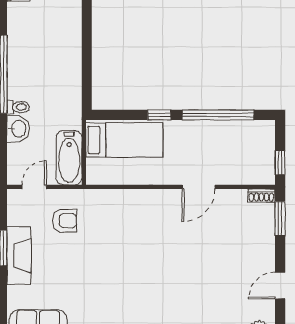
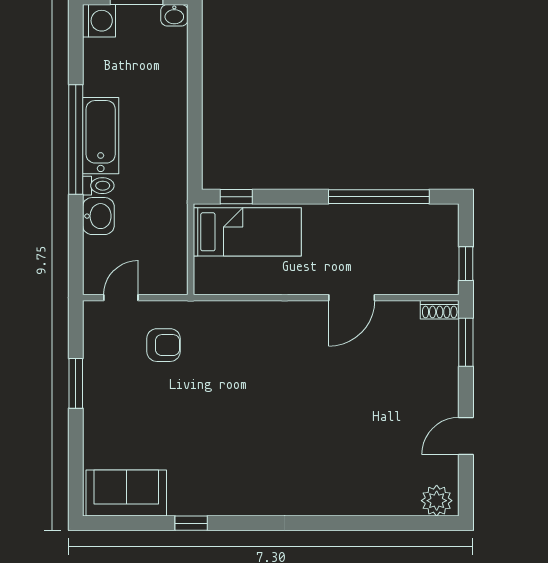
window: (159, 115) -> (236, 197), moved
bathtub: (69, 158) -> (101, 136), moved, turned 180
fireplace: (19, 256) -> (99, 394), removed

